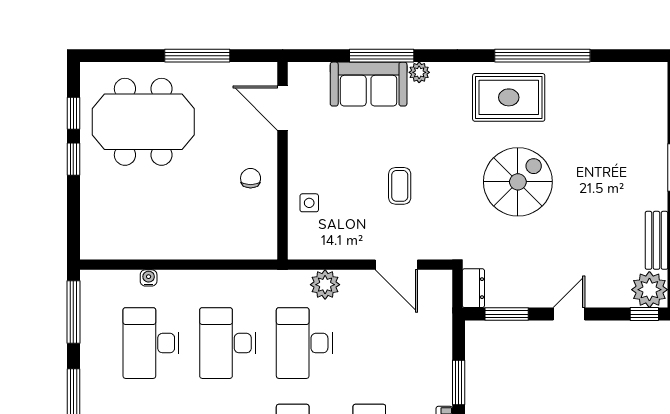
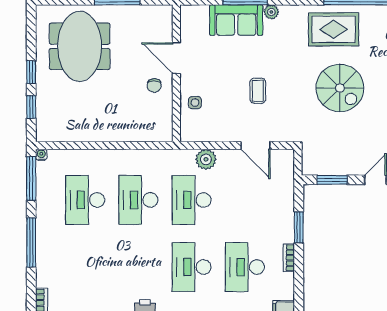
door: (283, 108) -> (176, 58), moved
window: (73, 113) -> (31, 107), moved
meeting table: (143, 122) -> (80, 46), turned 90
chair: (251, 178) -> (154, 85), turned 180
spiral stairs: (518, 182) -> (340, 88), turned 90
water cooler: (149, 278) -> (41, 155), moved
dresser: (473, 288) -> (309, 162), removed

